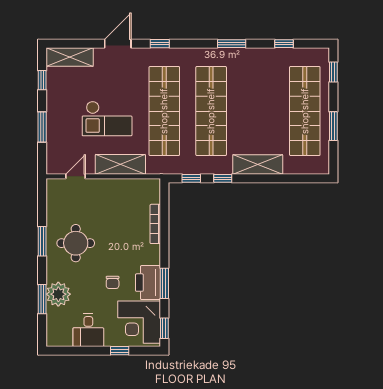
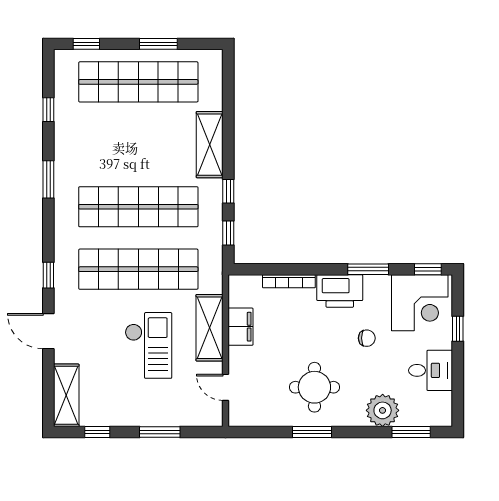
filing cabinet: (121, 188) -> (240, 327), added
printer: (148, 283) -> (340, 291), moved
window: (42, 299) -> (411, 432), moved

